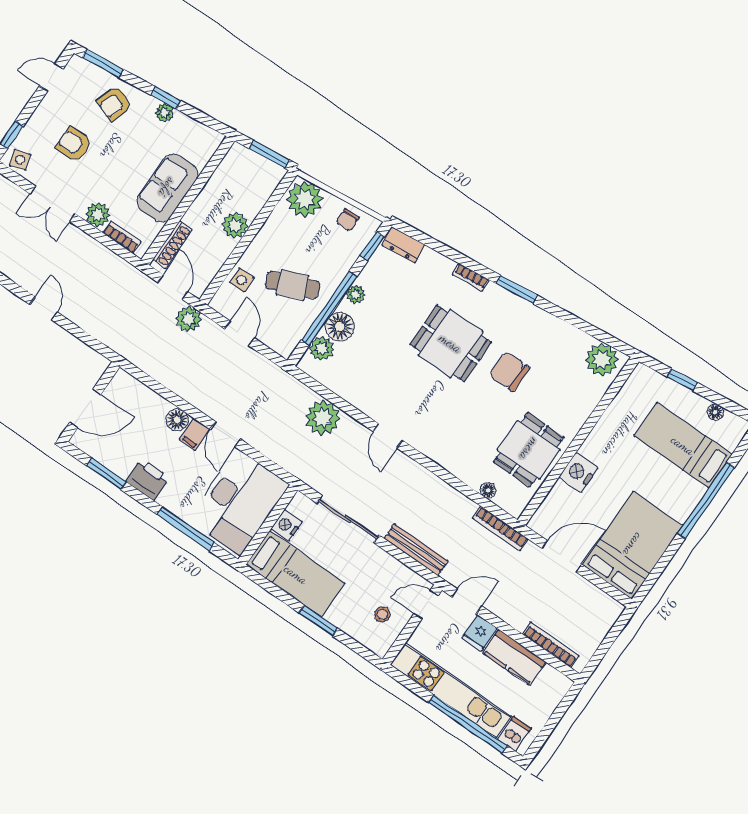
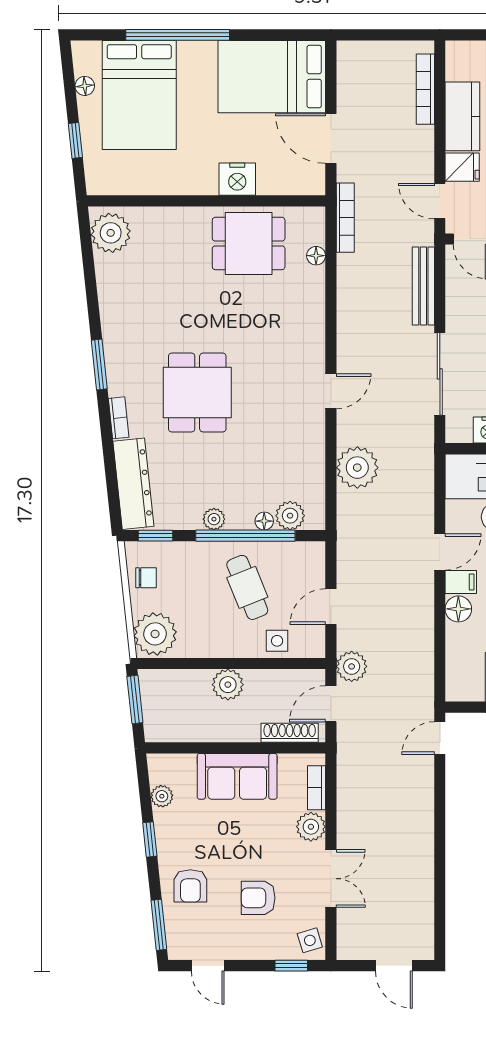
armchair: (114, 104) -> (190, 886), turned 71
plant: (164, 113) -> (162, 796), moved
armchair: (74, 145) -> (258, 898), turned 90
dresser: (404, 245) -> (133, 484), width x1.96, depth x1.24
door: (44, 308) -> (440, 738), moved
floor lamp: (340, 326) -> (264, 521), width x0.53, depth x0.53
chair: (509, 371) -> (185, 316), removed
bed: (683, 445) -> (139, 95), width x1.50

